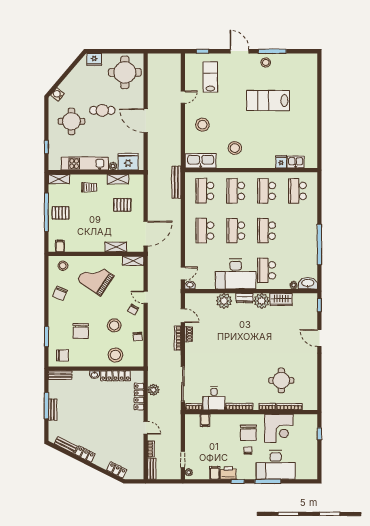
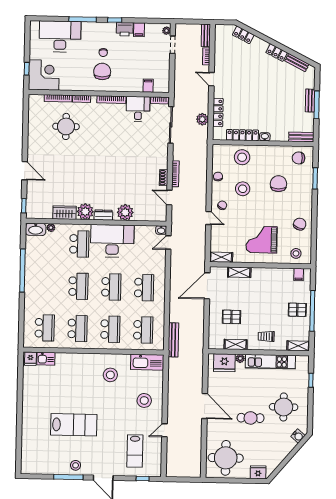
fridge: (281, 162) -> (30, 359), moved
grand piano: (95, 278) -> (262, 240), turned 146
corner desk: (279, 428) -> (44, 75), moved, turned 90
desk: (276, 465) -> (60, 36), moved

